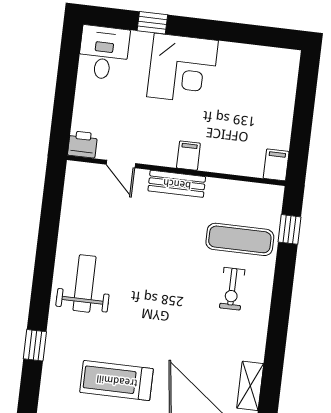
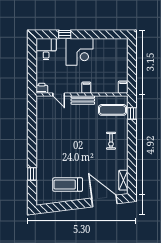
exercise mat: (240, 239) -> (113, 110), moved
weight bench: (84, 283) -> (50, 146), removed

